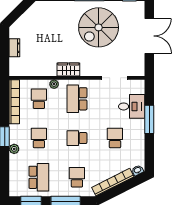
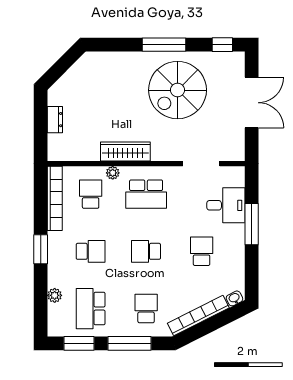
wardrobe: (68, 70) -> (125, 151), width x1.50
school desk: (77, 99) -> (146, 194), turned -90
school desk: (39, 138) -> (91, 251), turned 90
plant: (14, 149) -> (55, 295), moved
school desk: (39, 177) -> (91, 309), turned 180

